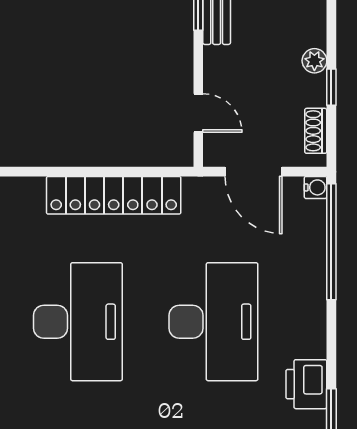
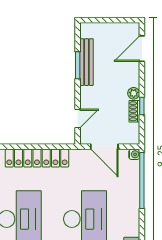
door: (198, 113) -> (78, 118), hinge flipped
shoe rack: (316, 131) -> (134, 111), moved

